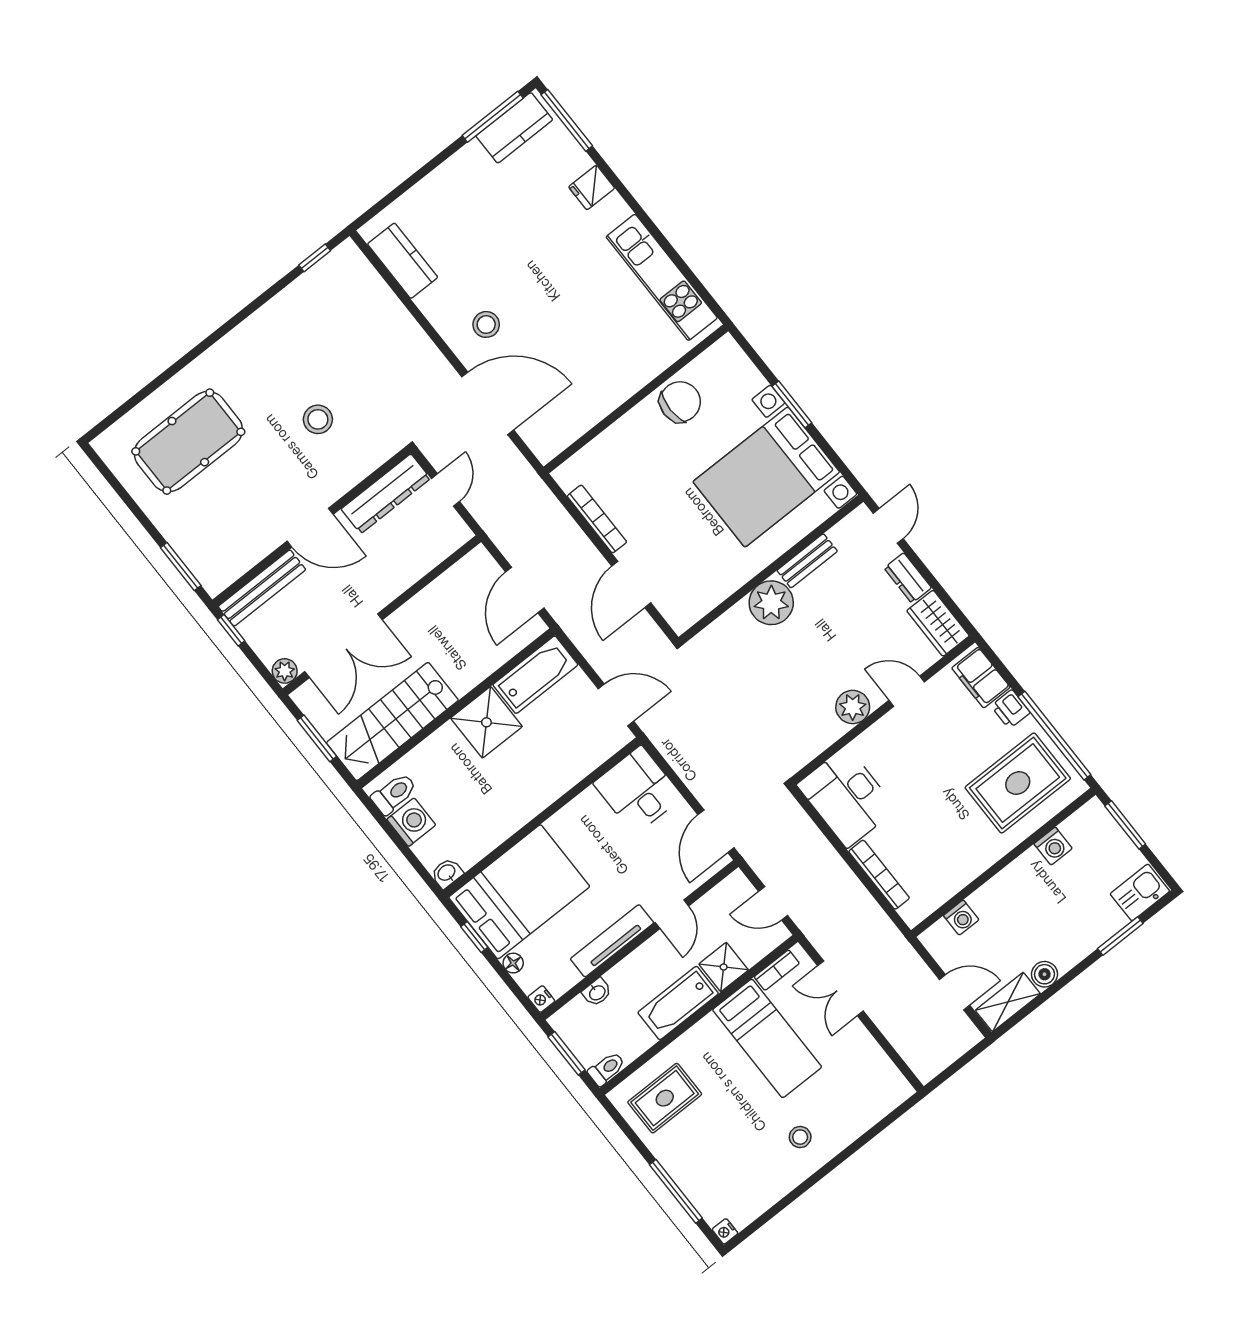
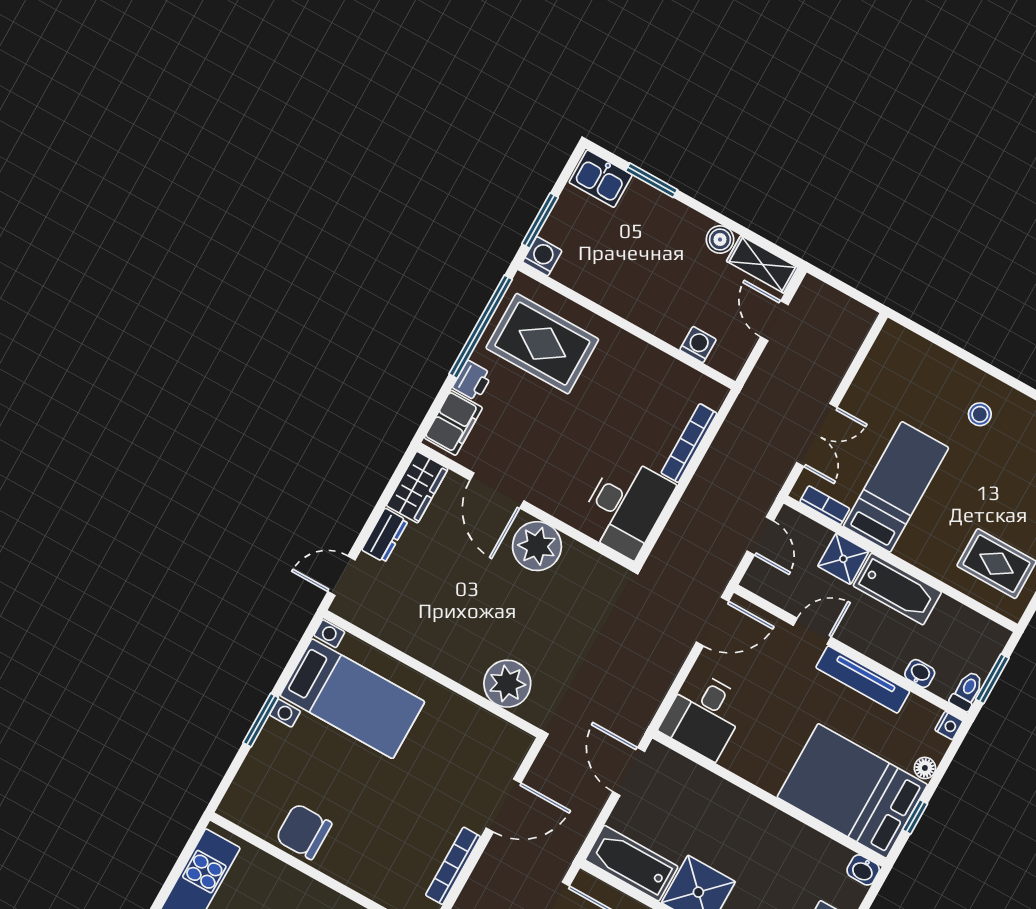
bed with nightstands: (766, 477) -> (352, 699), width x0.73
bench: (807, 561) -> (409, 642), removed
plant: (771, 603) -> (507, 684), moved
door: (907, 691) -> (497, 490), width x1.38
plant: (853, 707) -> (537, 546), width x1.36, depth x1.36
washing machine: (1053, 846) -> (542, 256), moved
toilet: (607, 1069) -> (967, 691), moved, turned 90

